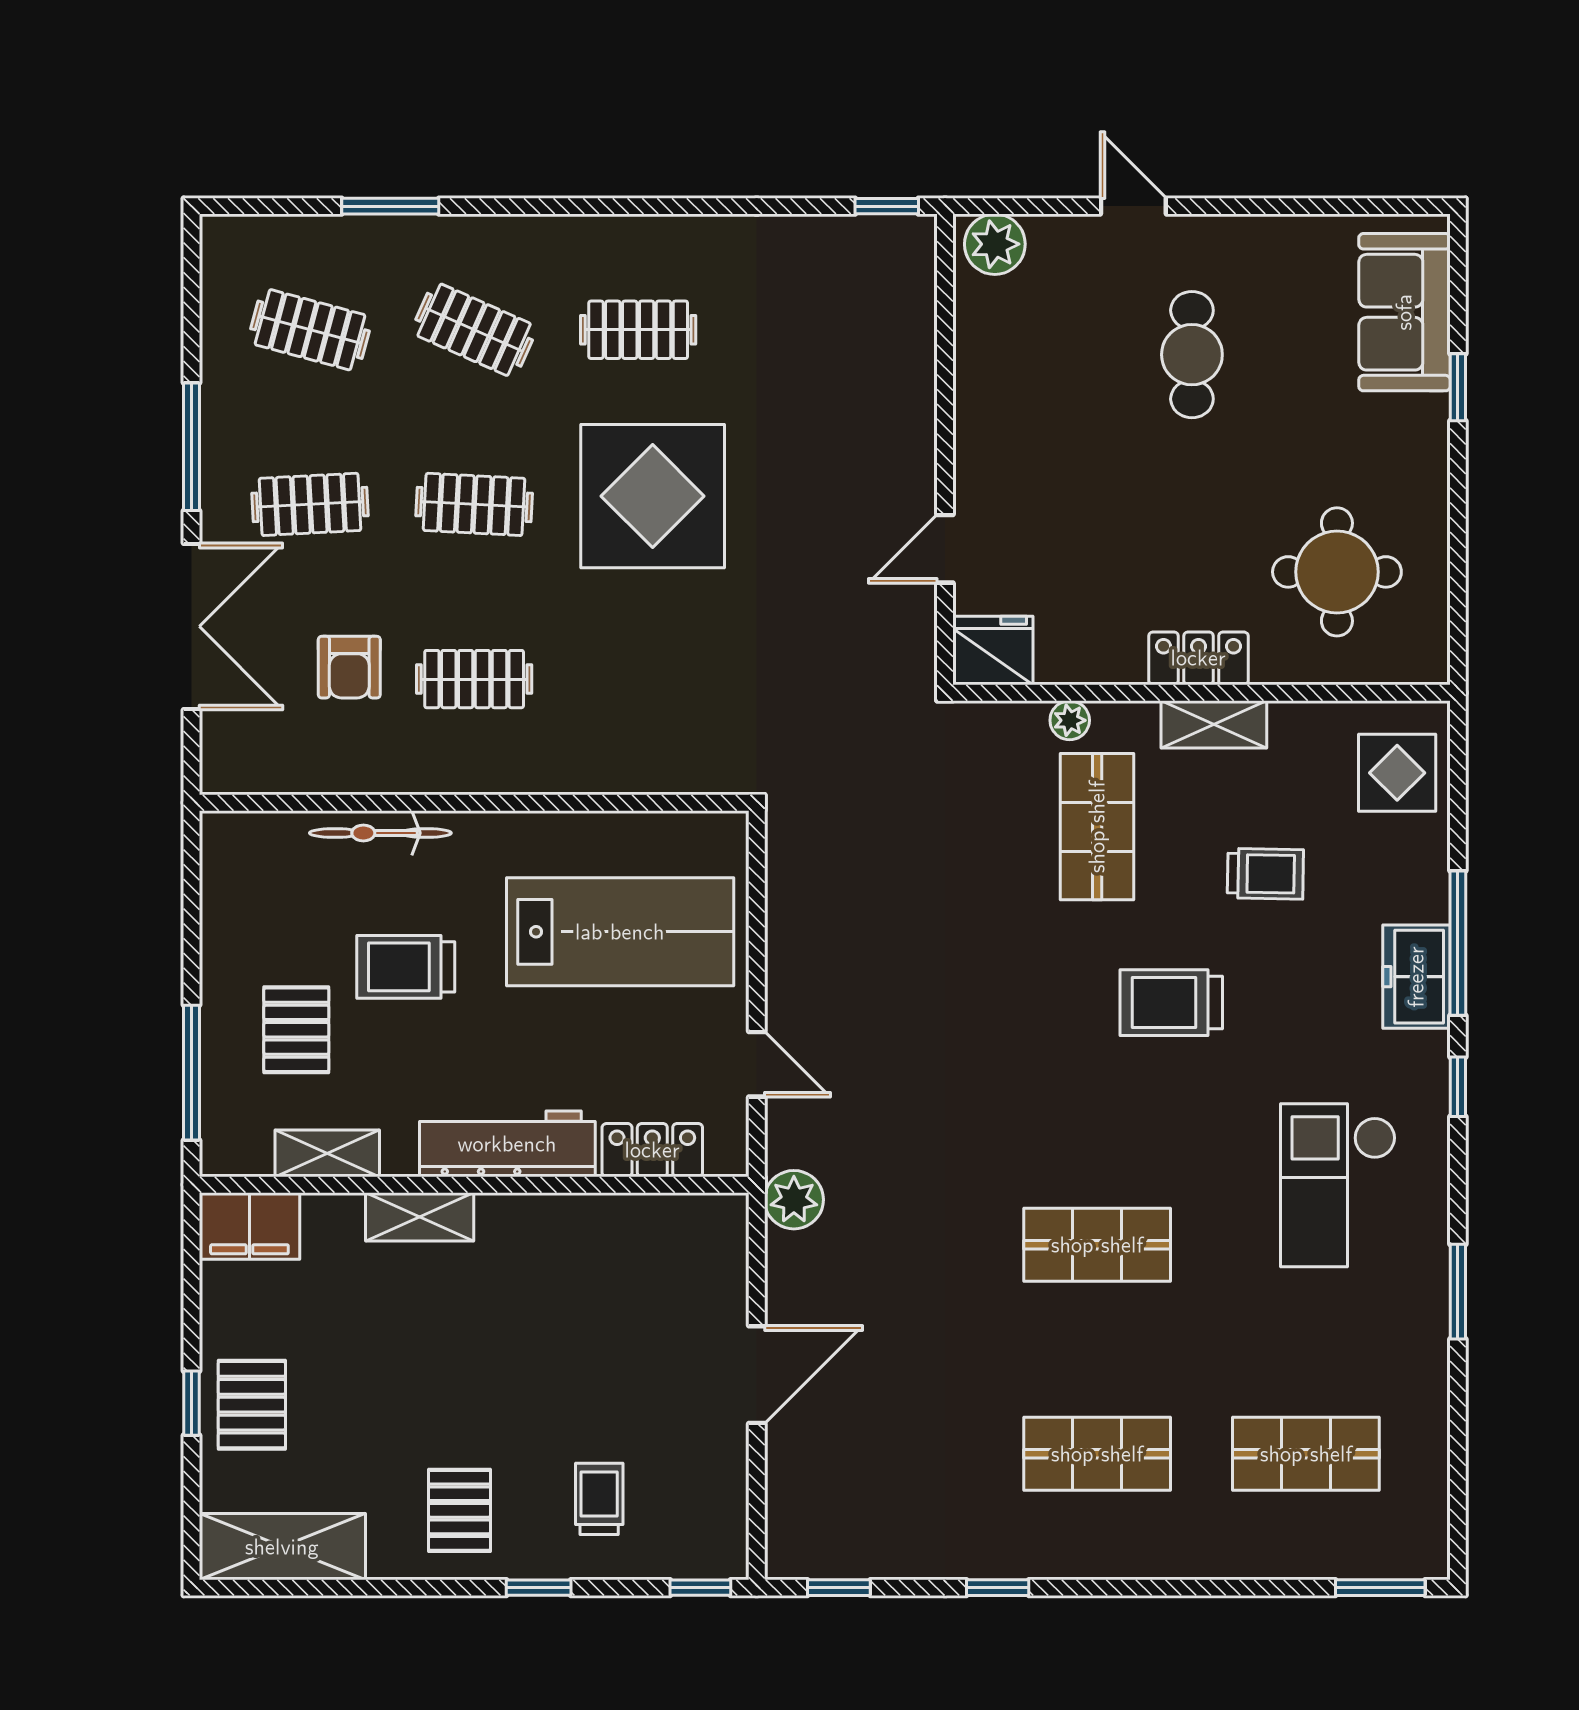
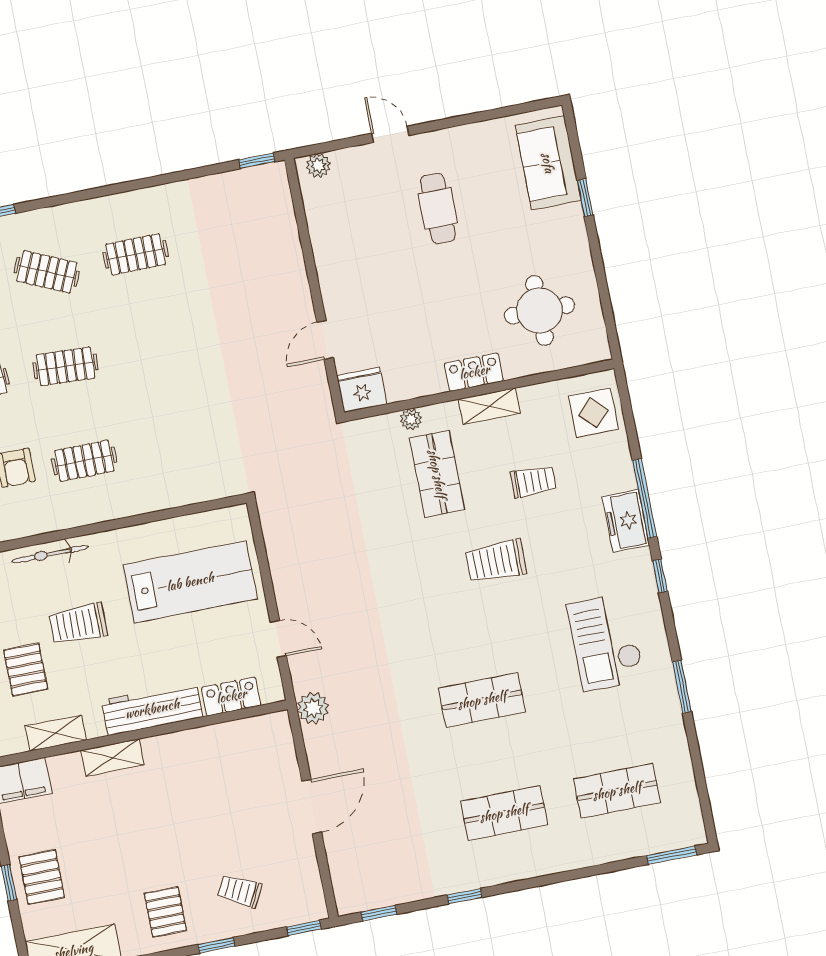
plant: (995, 244) -> (318, 165), width x0.73, depth x0.73
display table: (653, 496) -> (161, 343), removed
trolley: (599, 1499) -> (240, 891), turned -63

